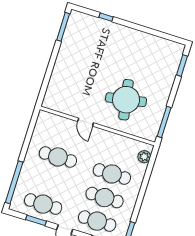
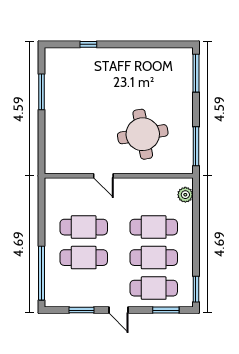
window: (63, 27) -> (41, 92), moved
window: (182, 65) -> (196, 73), width x1.44
cafe table: (43, 204) -> (84, 258), moved

